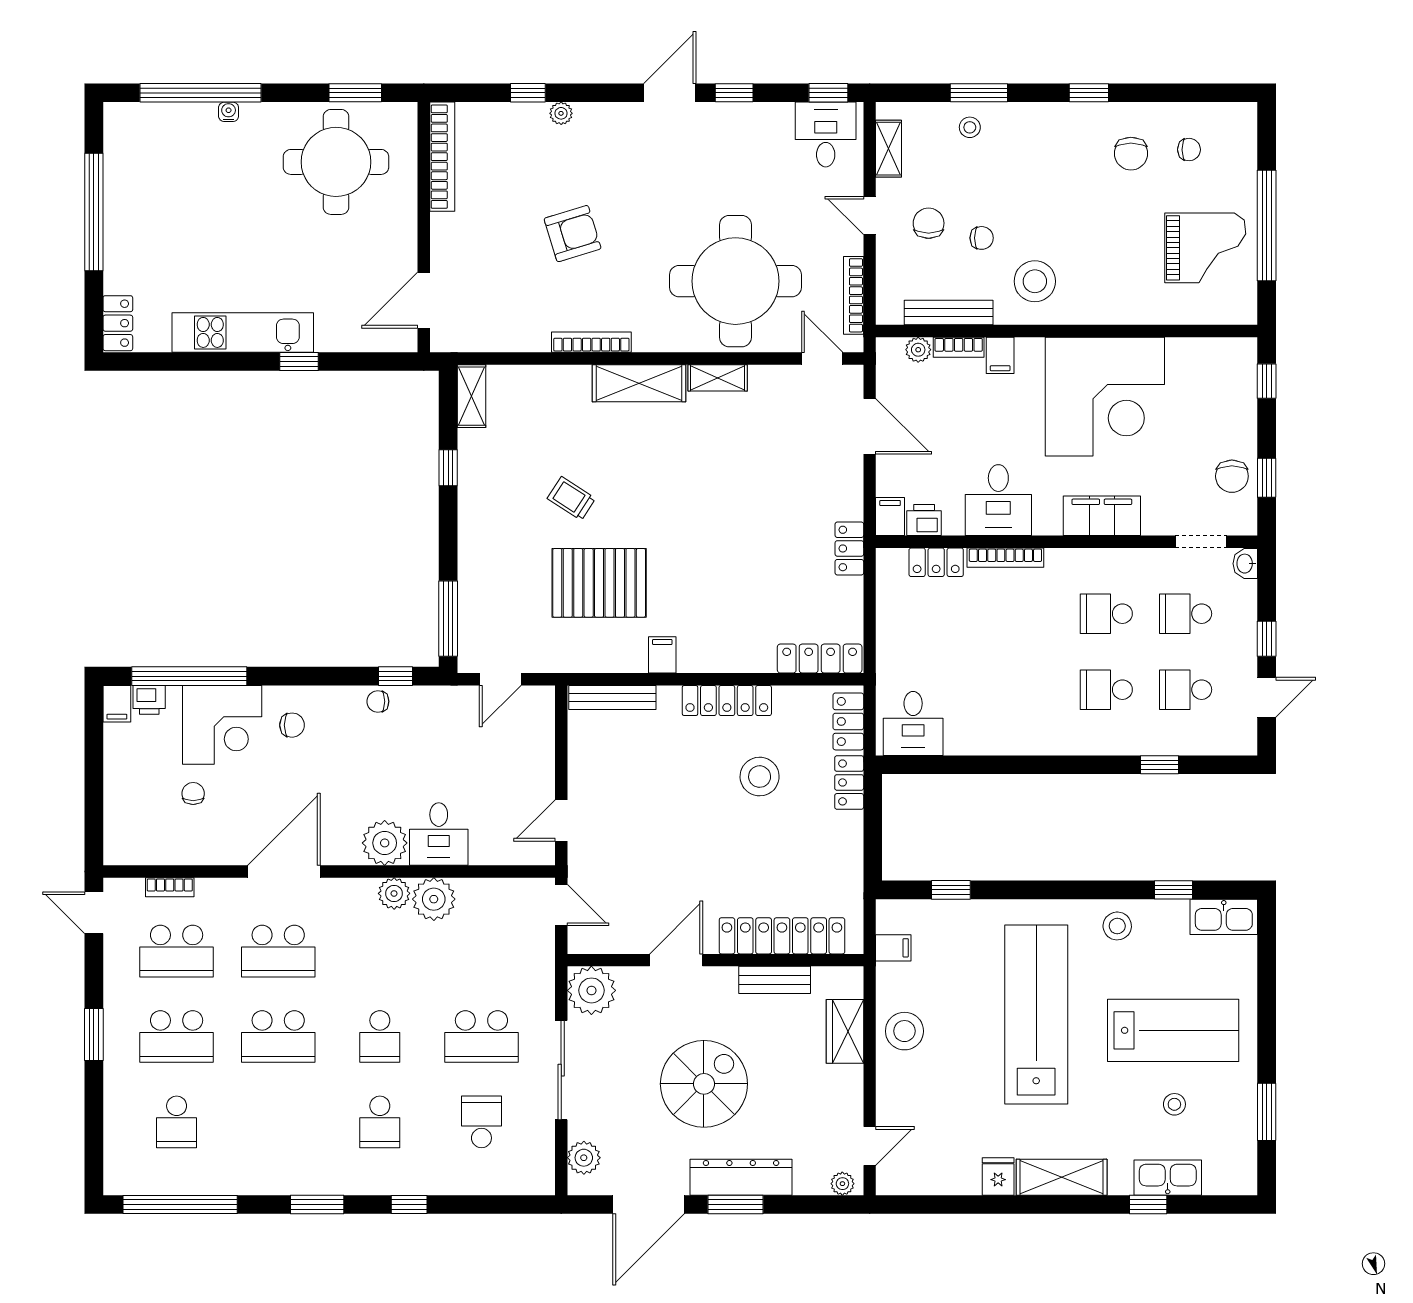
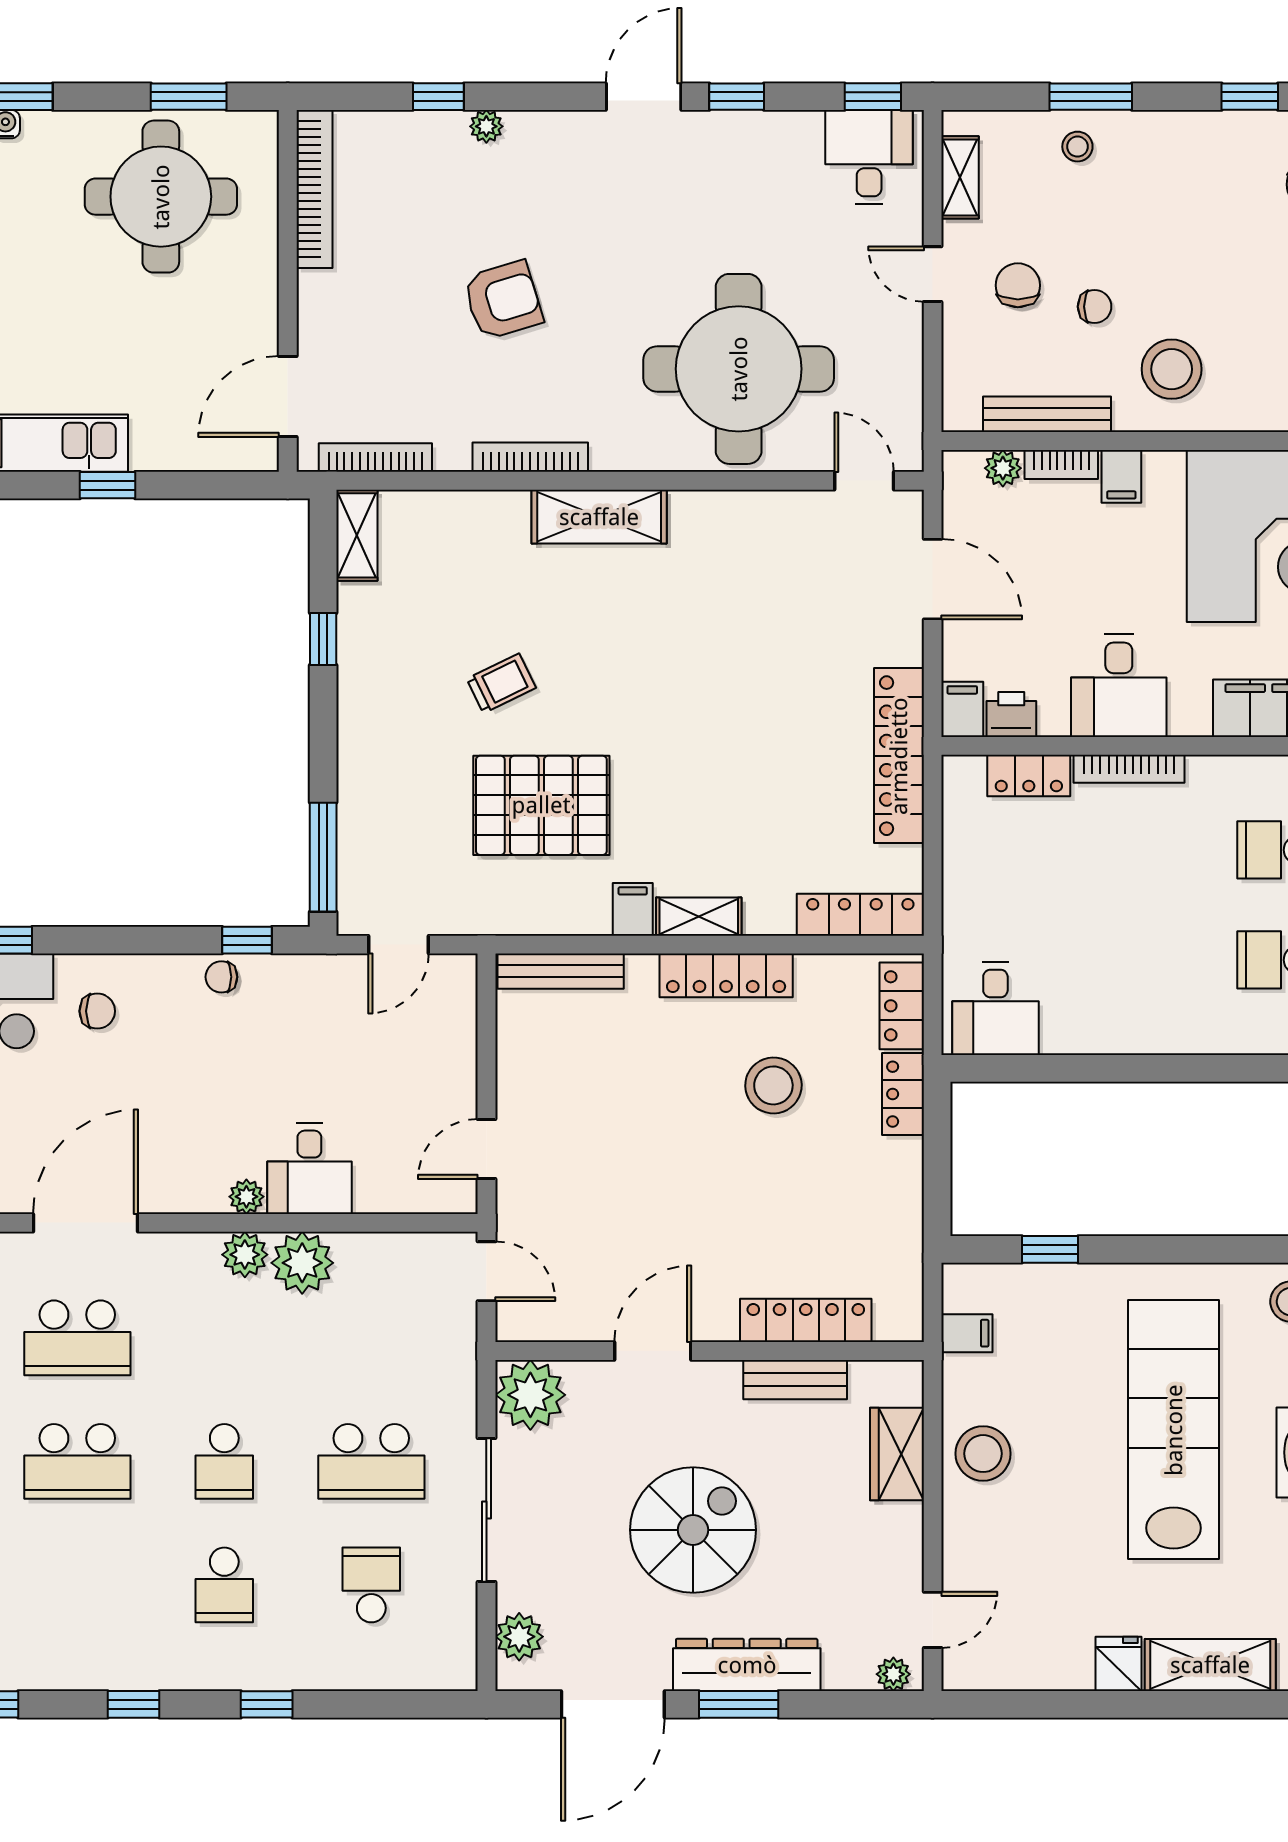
bookcase: (854, 295) -> (375, 458), moved, turned 90
shelving: (718, 378) -> (699, 917), moved
trolley: (571, 499) -> (501, 683), turned 121
locker: (849, 548) -> (899, 756), width x2.16, depth x1.21
plant: (385, 843) -> (246, 1197), width x0.53, depth x0.53
locker: (782, 936) -> (806, 1320), width x0.71, depth x0.83
window: (317, 1204) -> (133, 1704), width x0.67

